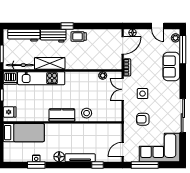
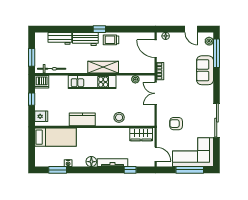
workbench: (24, 35) -> (60, 38), width x0.73
door: (123, 45) -> (156, 49), swing flipped
shelving: (50, 63) -> (103, 67), moved
kitchen unit: (41, 78) -> (92, 82), moved
side table: (143, 94) -> (176, 98), removed
kitchen counter: (62, 115) -> (82, 119), moved
wardrobe: (108, 130) -> (141, 134), added
door: (123, 149) -> (156, 154), swing flipped
window: (36, 165) -> (58, 170), moved
window: (145, 165) -> (190, 170), moved

